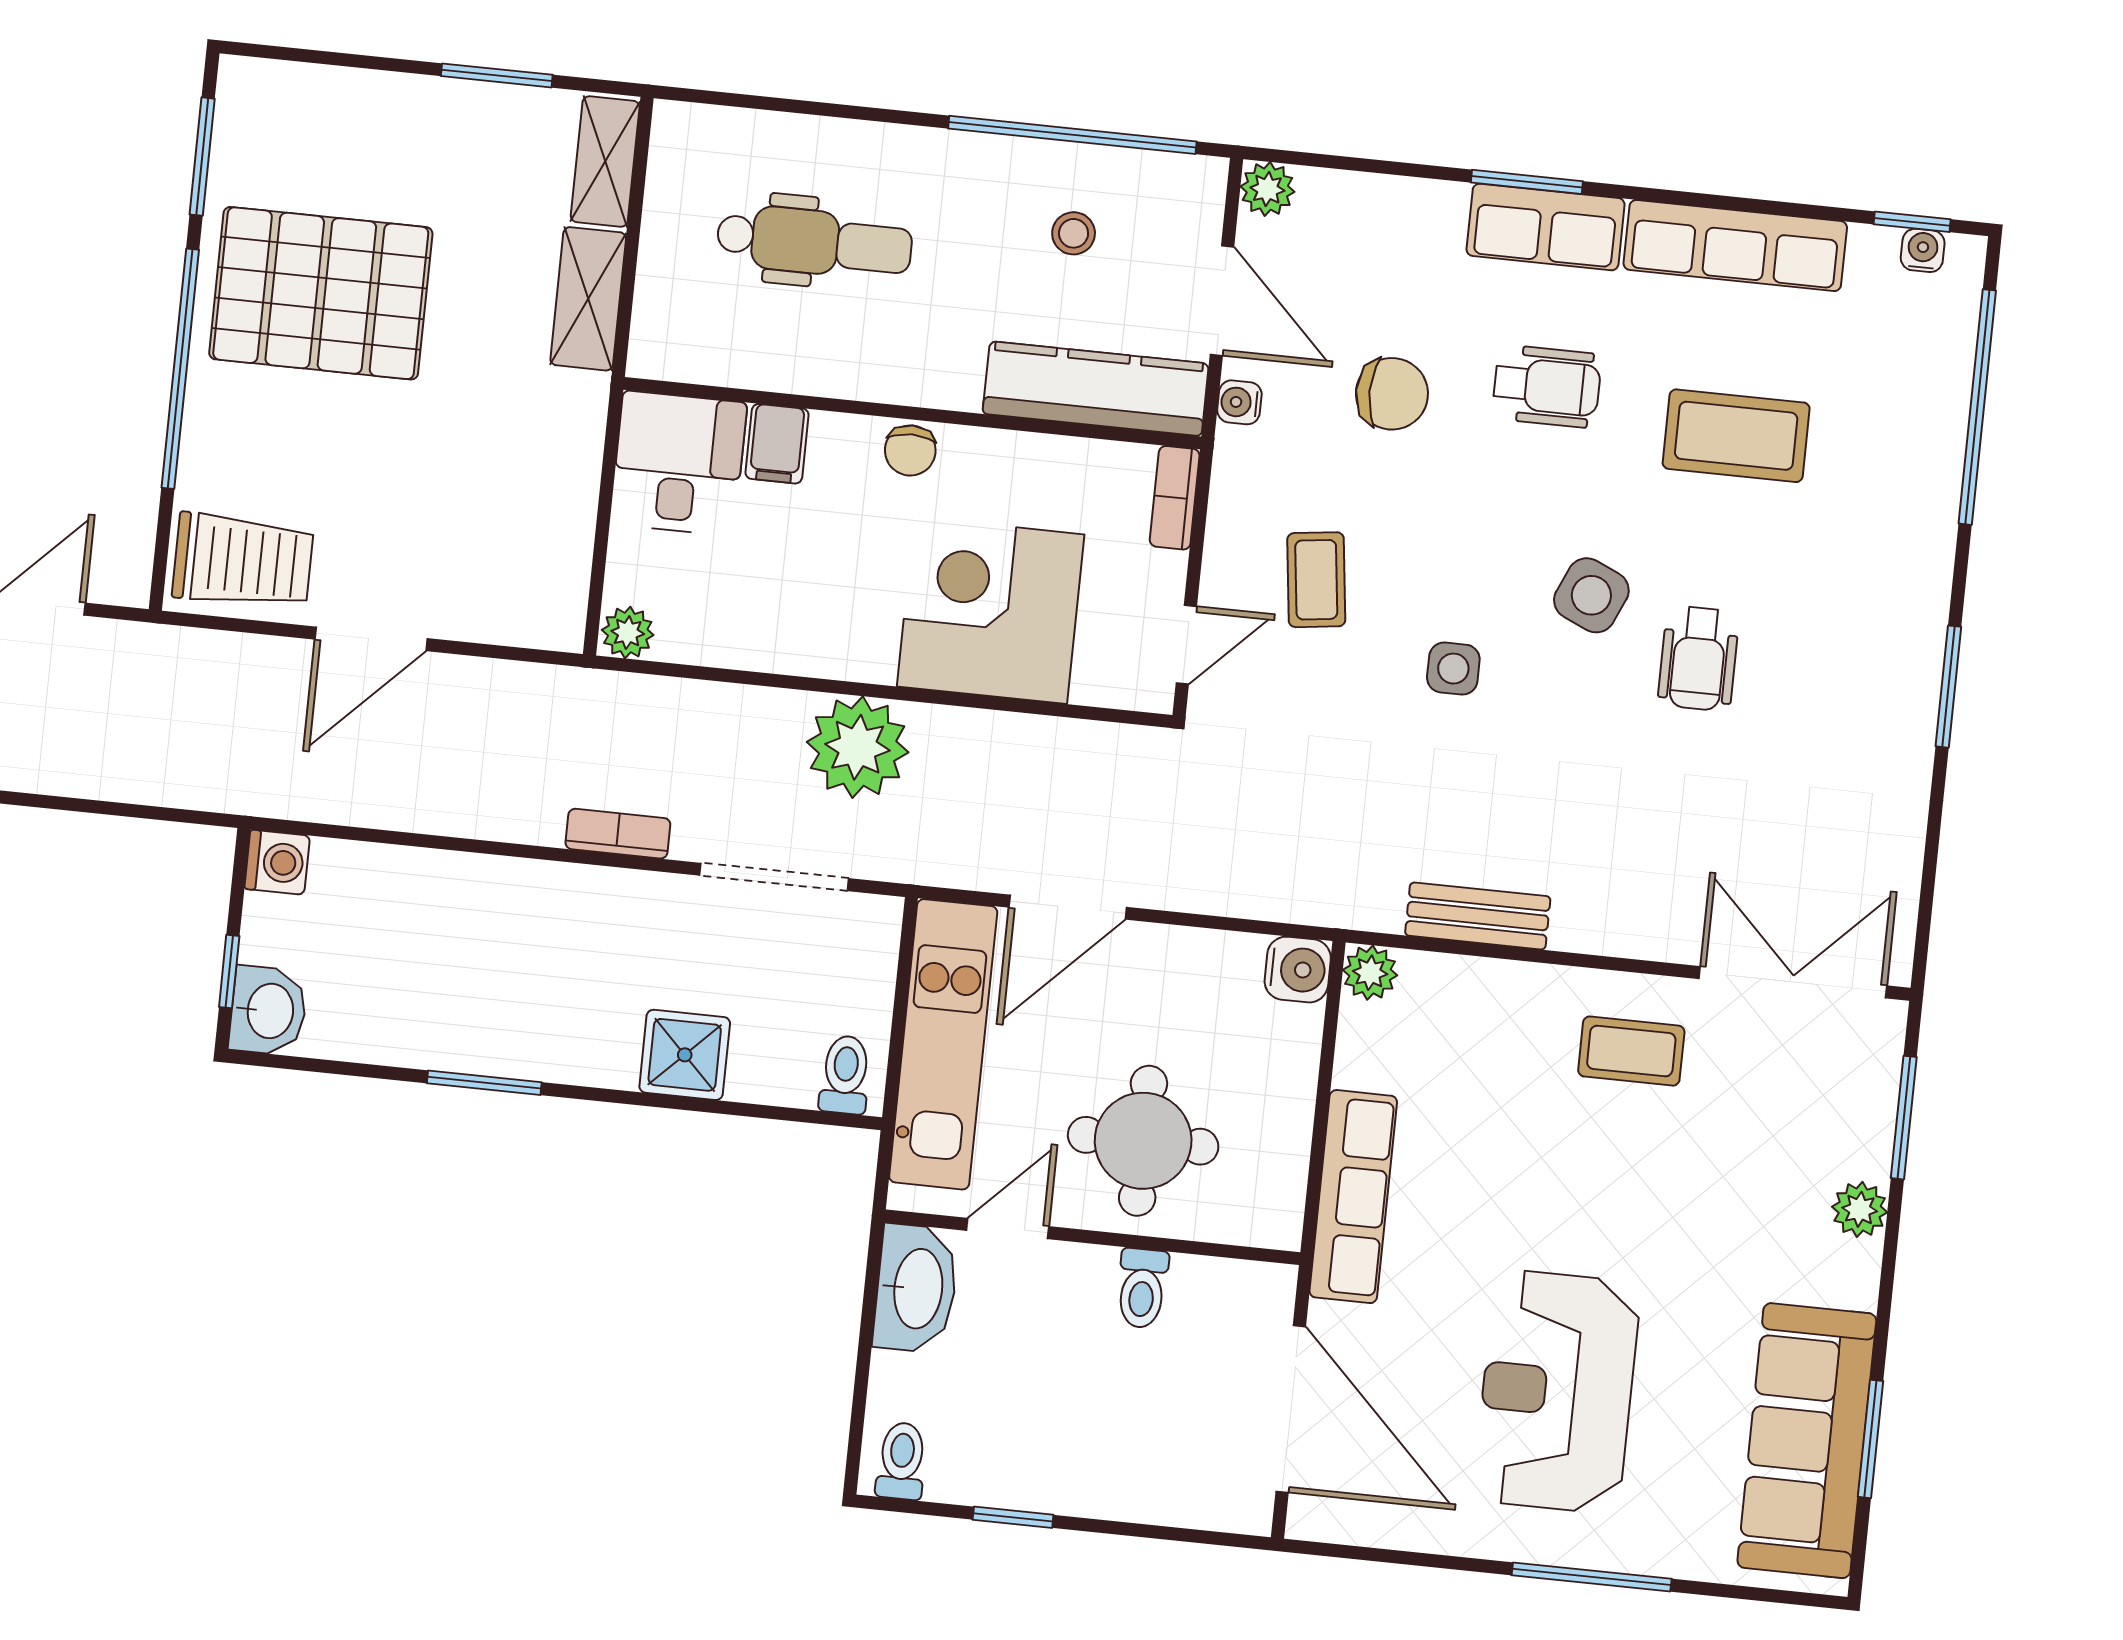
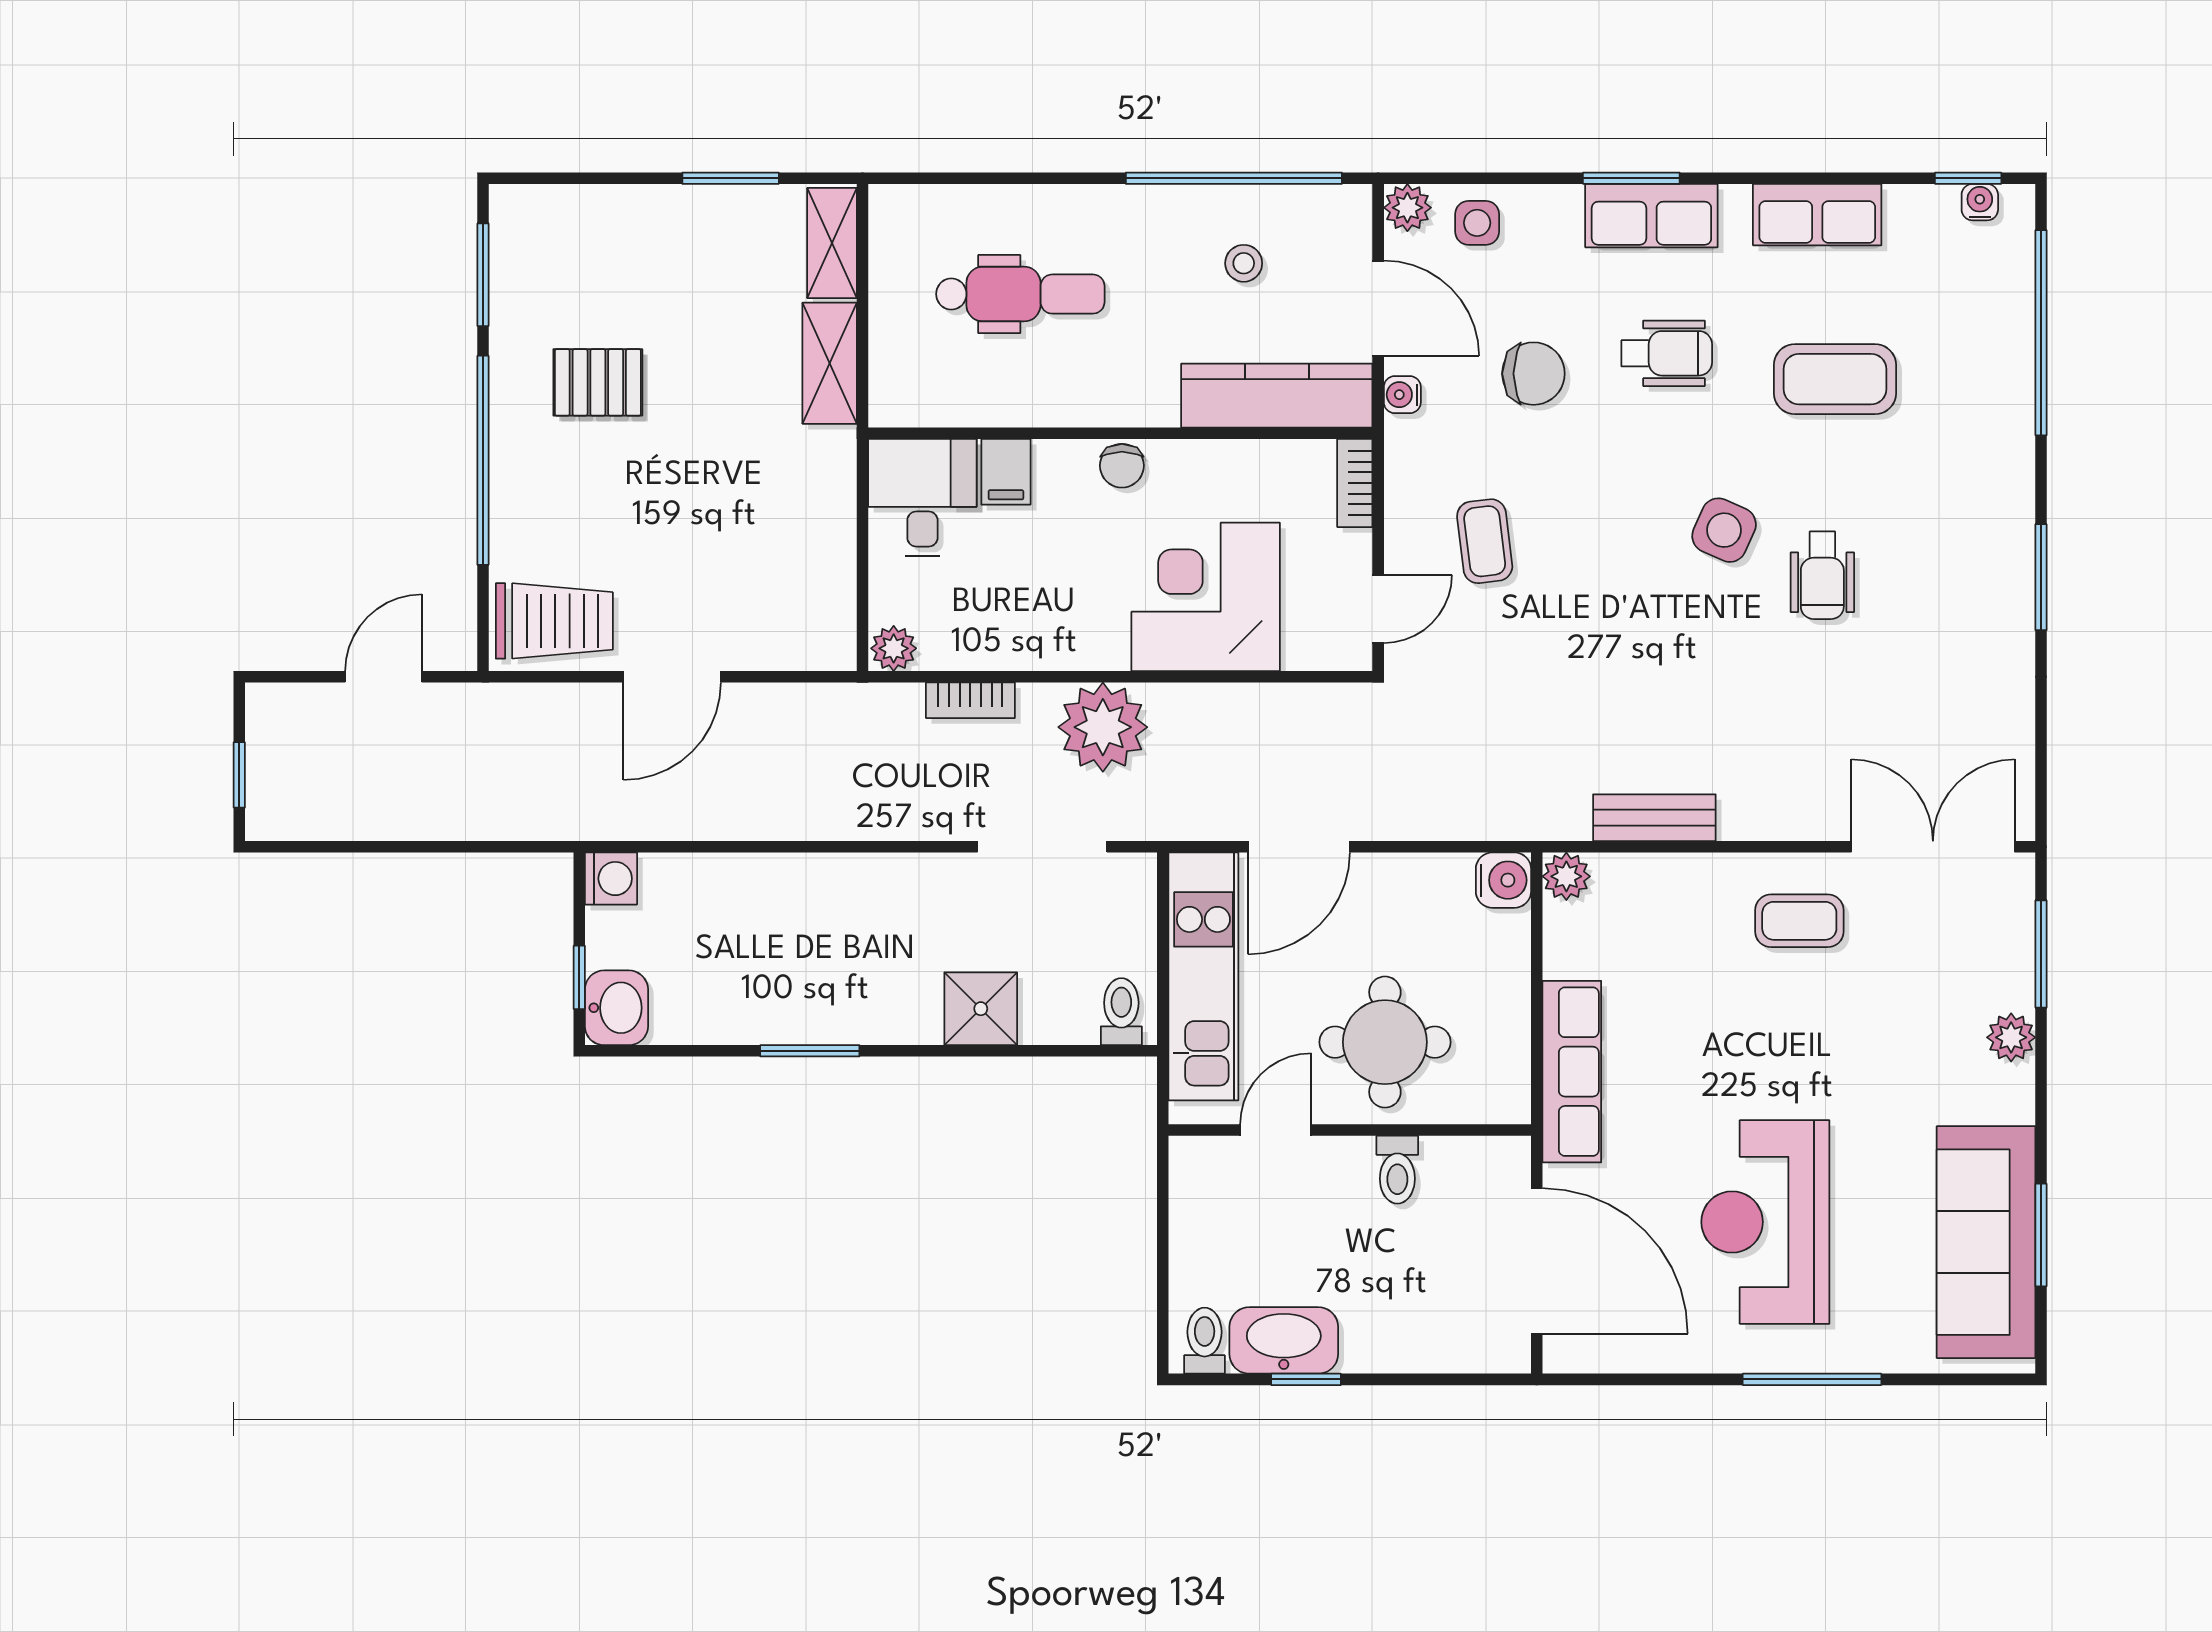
row of seats: (1735, 246) -> (1817, 215), width x0.68
pallet: (321, 293) -> (598, 382), width x0.49, depth x0.50
side table: (1453, 669) -> (1477, 223), moved
bookcase: (618, 834) -> (970, 700), moved, turned 180
washbasin: (916, 1288) -> (1284, 1340), moved, turned -90

